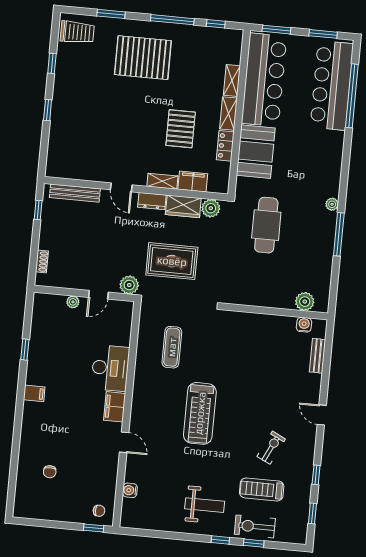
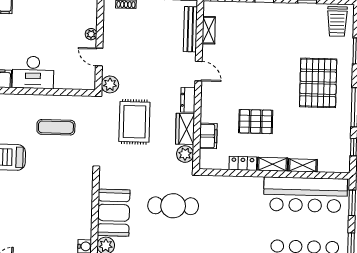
booth: (256, 152) -> (114, 213), moved, turned 90
shelving: (162, 181) -> (209, 30), moved
door: (121, 187) -> (199, 71), swing flipped

